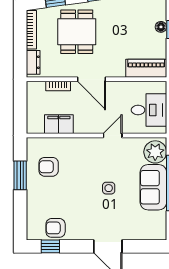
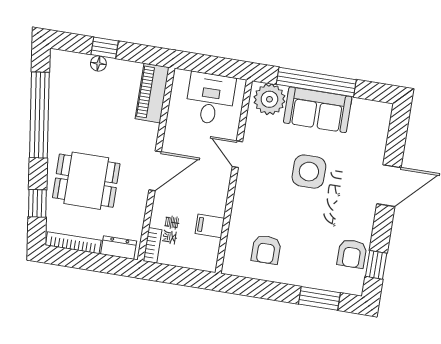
bookcase: (58, 86) -> (153, 245), moved
filing cabinet: (59, 124) -> (210, 226), width x0.50
window: (20, 175) -> (319, 298), moved
side table: (109, 188) -> (309, 172), width x1.87, depth x1.87

